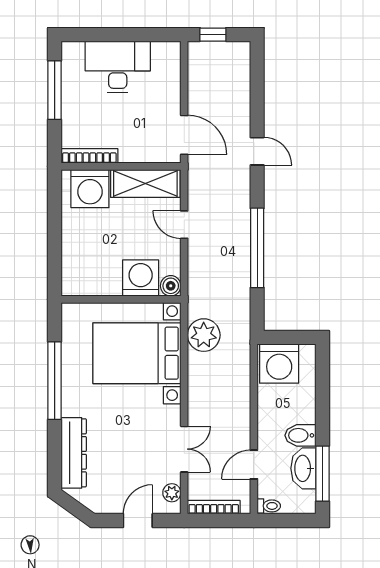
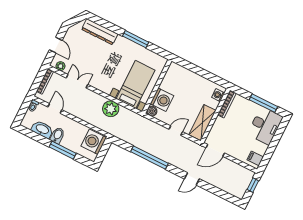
filing cabinet: (162, 55) -> (255, 158), added
desk: (118, 67) -> (265, 126), moved
washing machine: (90, 189) -> (218, 95), width x0.53, depth x0.53
plant: (204, 335) -> (111, 109), moved
bed with nightstands: (137, 353) -> (136, 84), width x0.73
window: (55, 381) -> (136, 39), width x0.68
double door: (184, 449) -> (77, 81), swing flipped
window: (323, 474) -> (63, 150), moved

